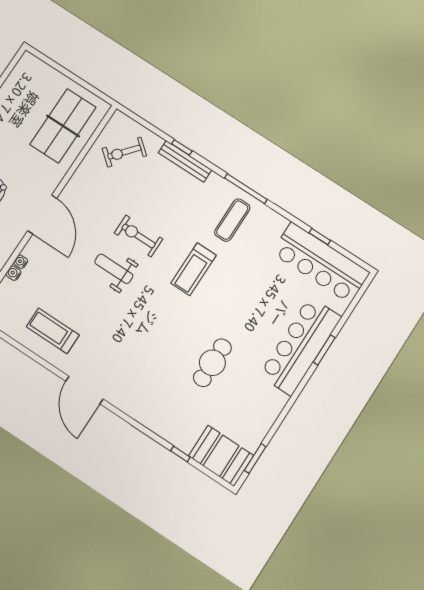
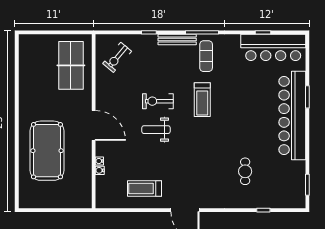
bench: (185, 161) -> (177, 40), moved
bar counter: (300, 346) -> (292, 115), width x1.36
cafe table: (212, 363) -> (245, 171), moved, width x0.73, depth x0.74
booth: (221, 456) -> (287, 196), removed

